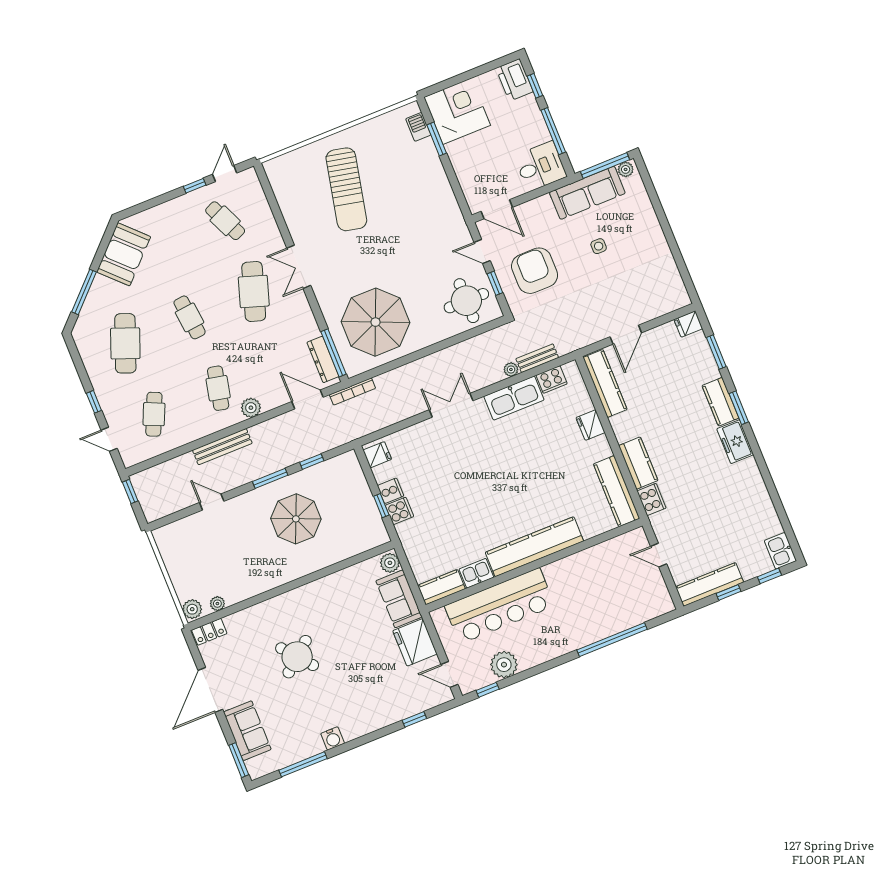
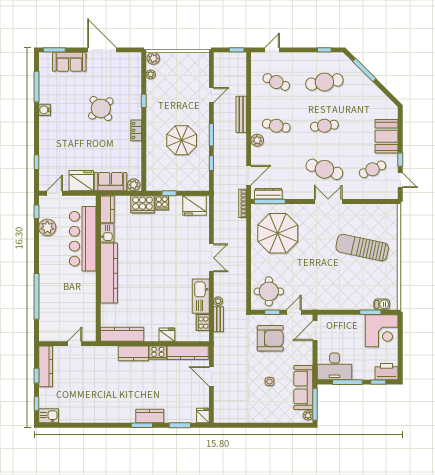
desk: (540, 166) -> (335, 366), width x1.37
booth: (124, 254) -> (386, 136), moved, turned 45
cafe table: (125, 343) -> (324, 82), turned -30
window: (94, 402) -> (324, 50), moved
freezer: (735, 442) -> (123, 415), removed
fridge: (377, 455) -> (194, 205), width x1.88, depth x1.34
cooker: (391, 491) -> (142, 204), moved, width x1.87, depth x1.31
cooker: (651, 500) -> (158, 353), moved
window: (260, 598) -> (144, 101), added
locker: (209, 632) -> (136, 130), moved

